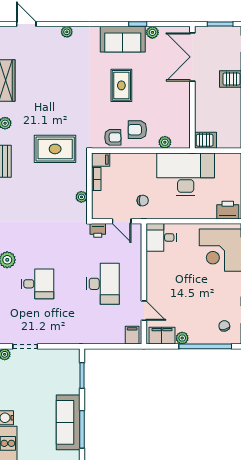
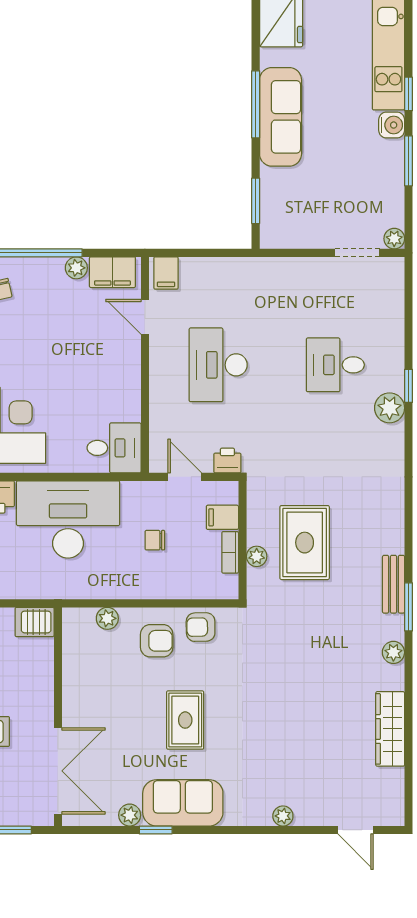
rug: (55, 149) -> (305, 543), moved, turned 90
filing cabinet: (101, 160) -> (222, 517), moved
desk: (186, 174) -> (68, 519), moved, turned 180
plant: (81, 197) -> (257, 556), moved
chair: (143, 201) -> (155, 540), moved

